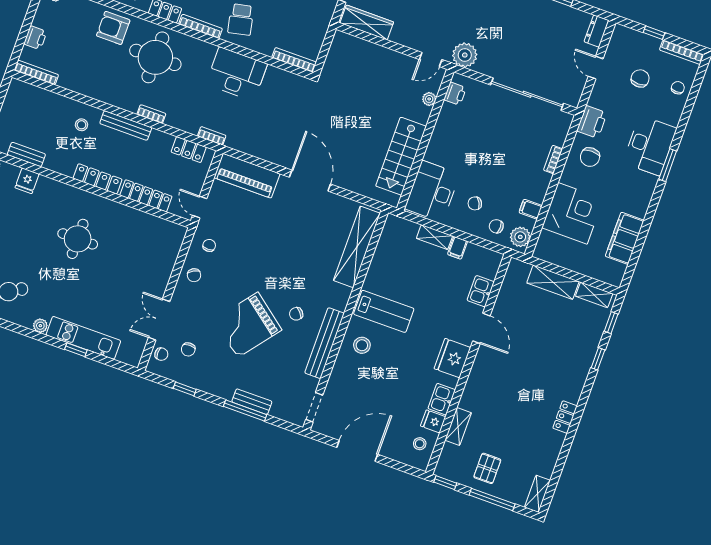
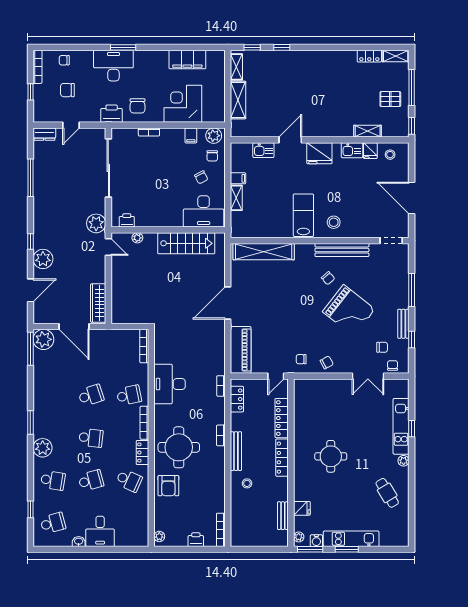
chair: (590, 157) -> (138, 106), turned 90
bench: (252, 402) -> (403, 324), moved
locker: (565, 417) -> (369, 56), moved

